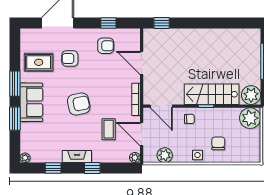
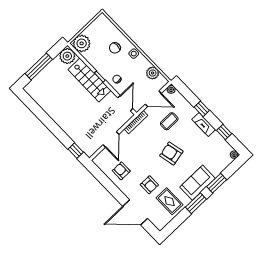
window: (108, 23) -> (106, 182), removed
door: (142, 134) -> (153, 99), hinge flipped

